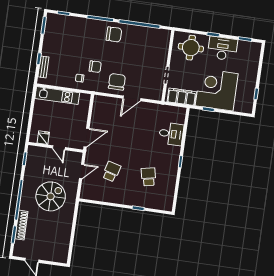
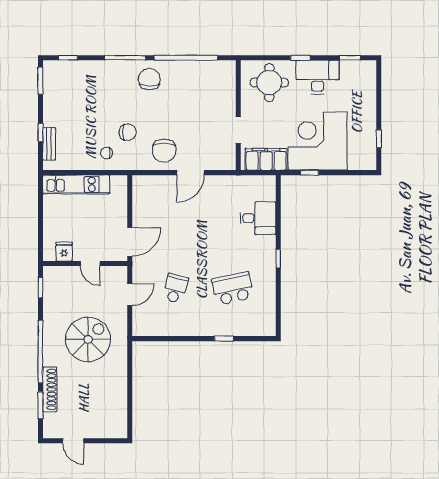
chair: (114, 34) -> (149, 79), turned -90
chair: (117, 82) -> (164, 151), turned 180
school desk: (148, 177) -> (233, 288), width x1.85

